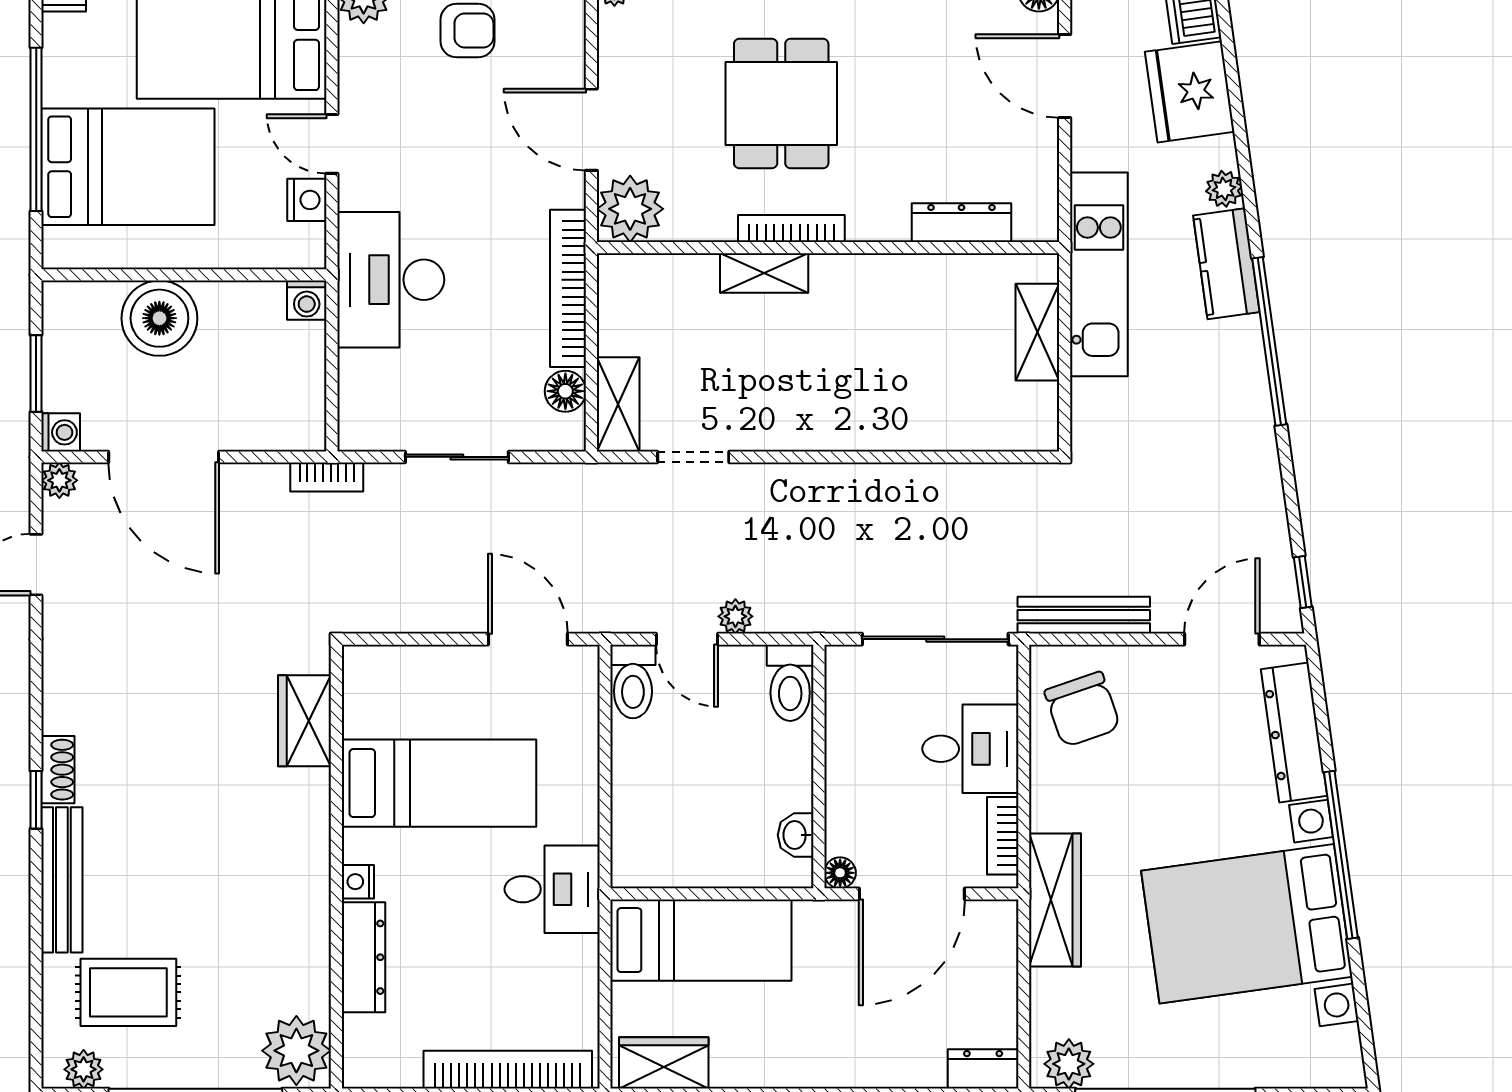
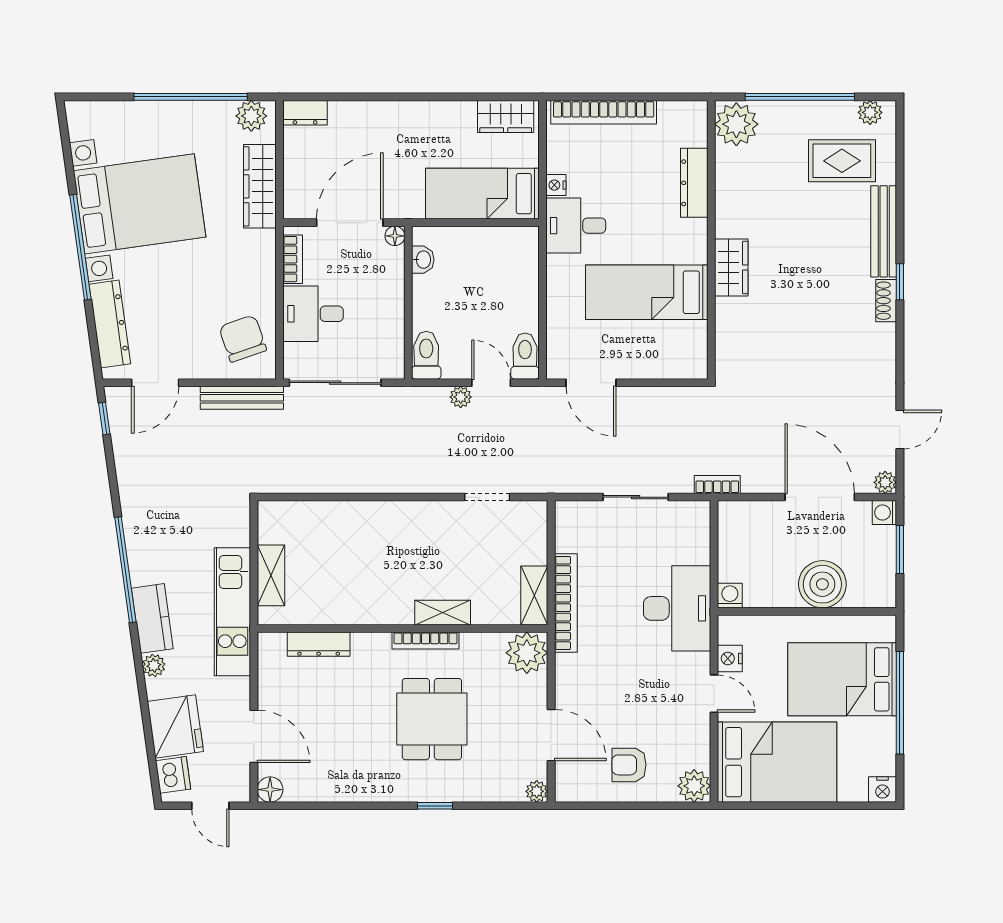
door: (591, 130) -> (551, 735), moved
floor lamp: (565, 391) -> (567, 538), removed
shelving: (618, 404) -> (534, 595), moved
wardrobe: (305, 721) -> (731, 268), moved
nightstand: (358, 882) -> (556, 185), moved, turned 180
wardrobe: (1055, 900) -> (260, 186), moved

